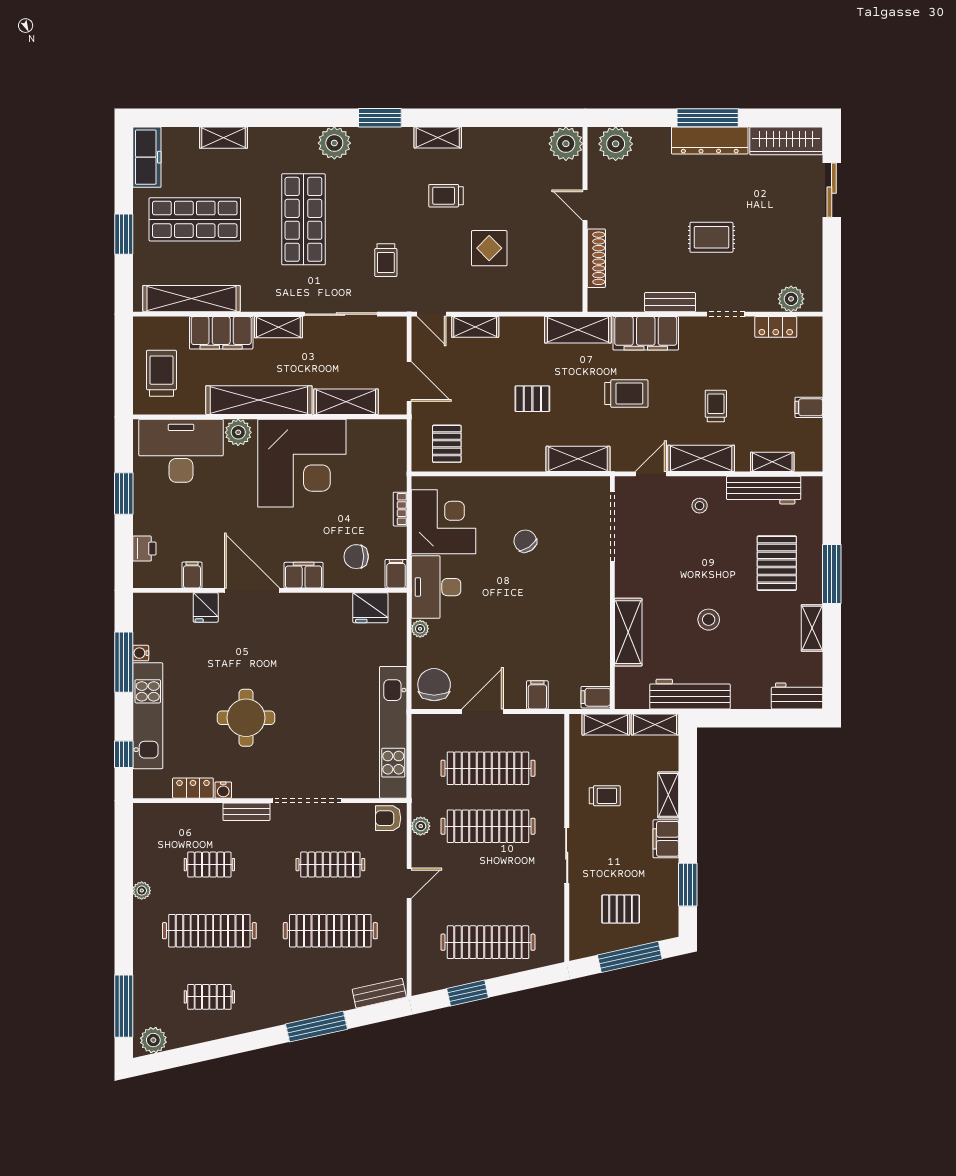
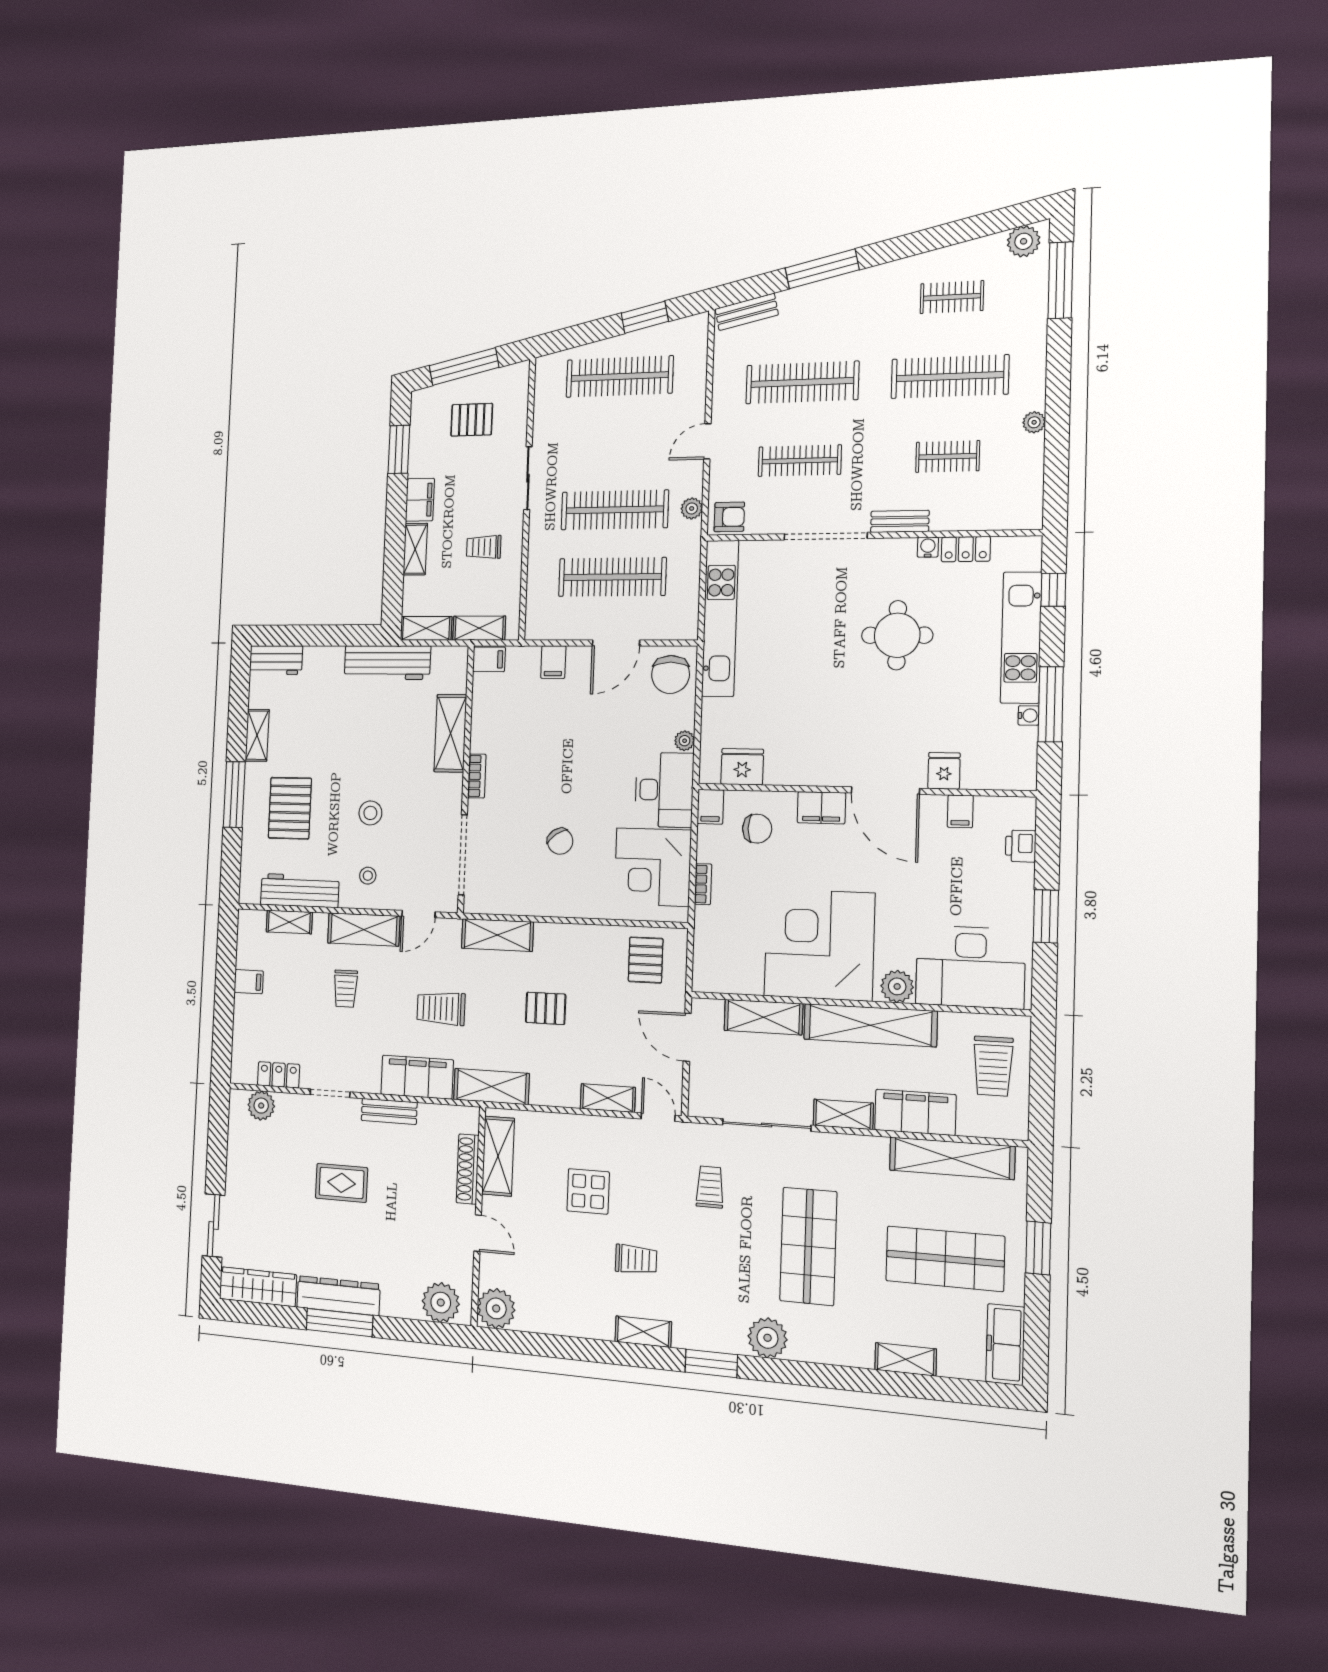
shelving: (570, 271) -> (498, 1156), added
bookcase: (602, 595) -> (477, 776), added
stool: (709, 620) -> (370, 813), moved

